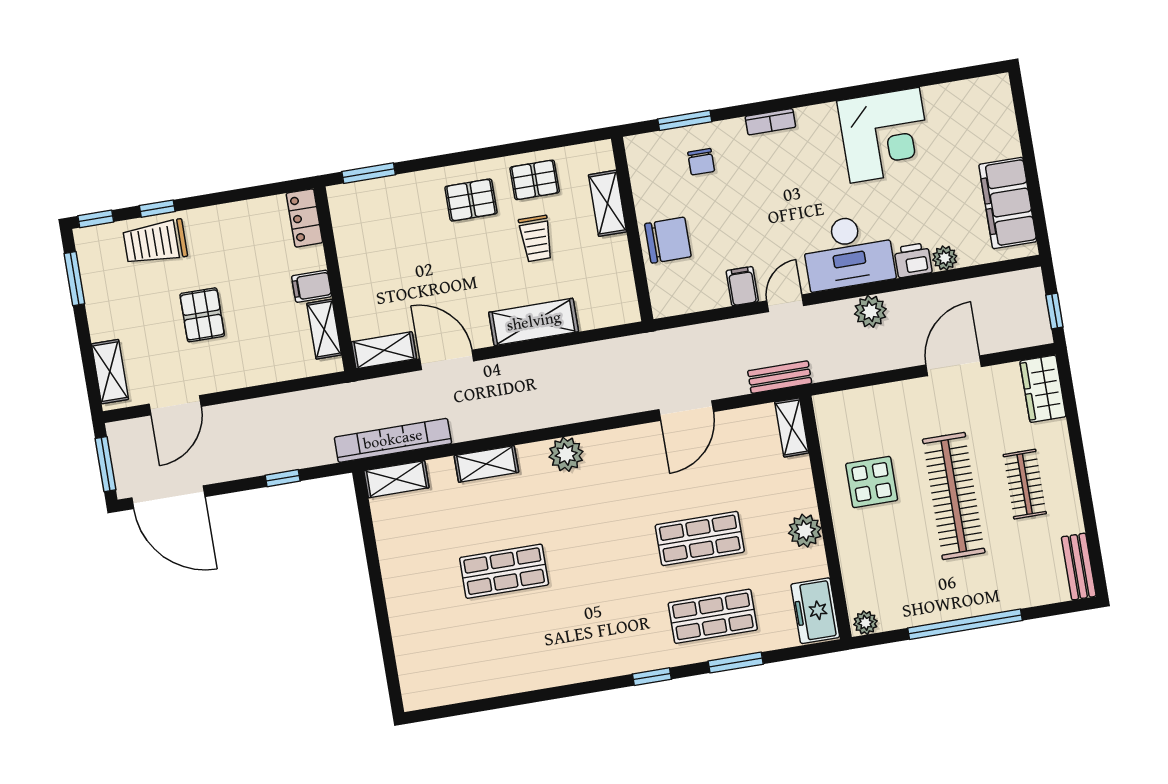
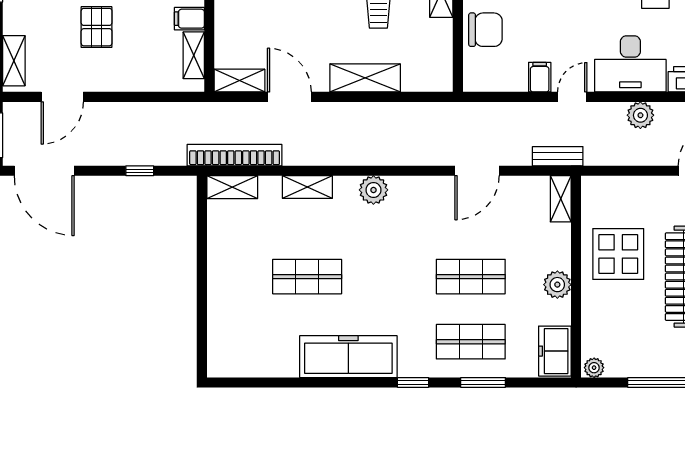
display table: (872, 482) -> (618, 254), width x1.36, depth x1.36
freezer: (569, 659) -> (348, 357), added

